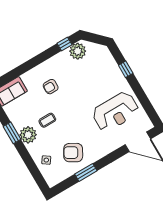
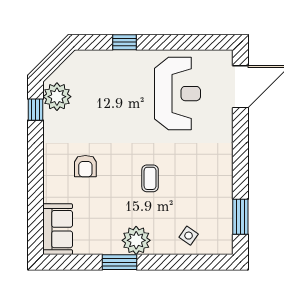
coffee table: (47, 120) -> (150, 178), moved
armchair: (73, 153) -> (201, 190), removed
window: (86, 172) -> (240, 217), moved

